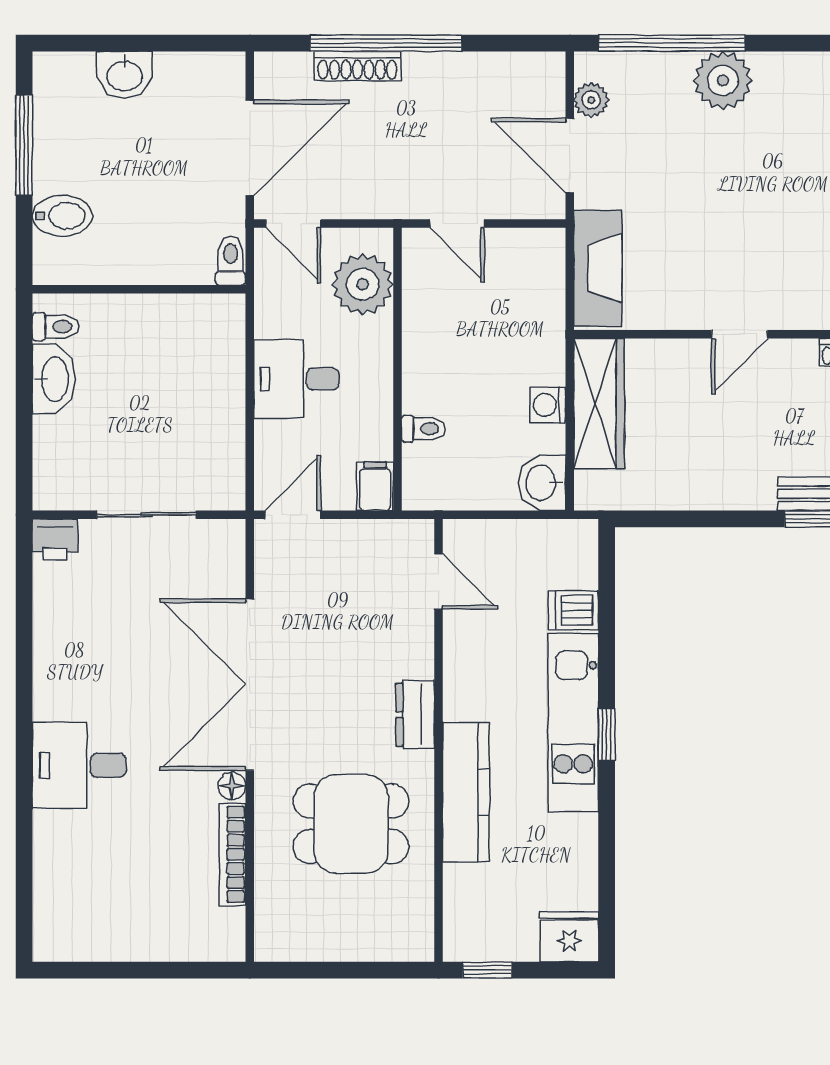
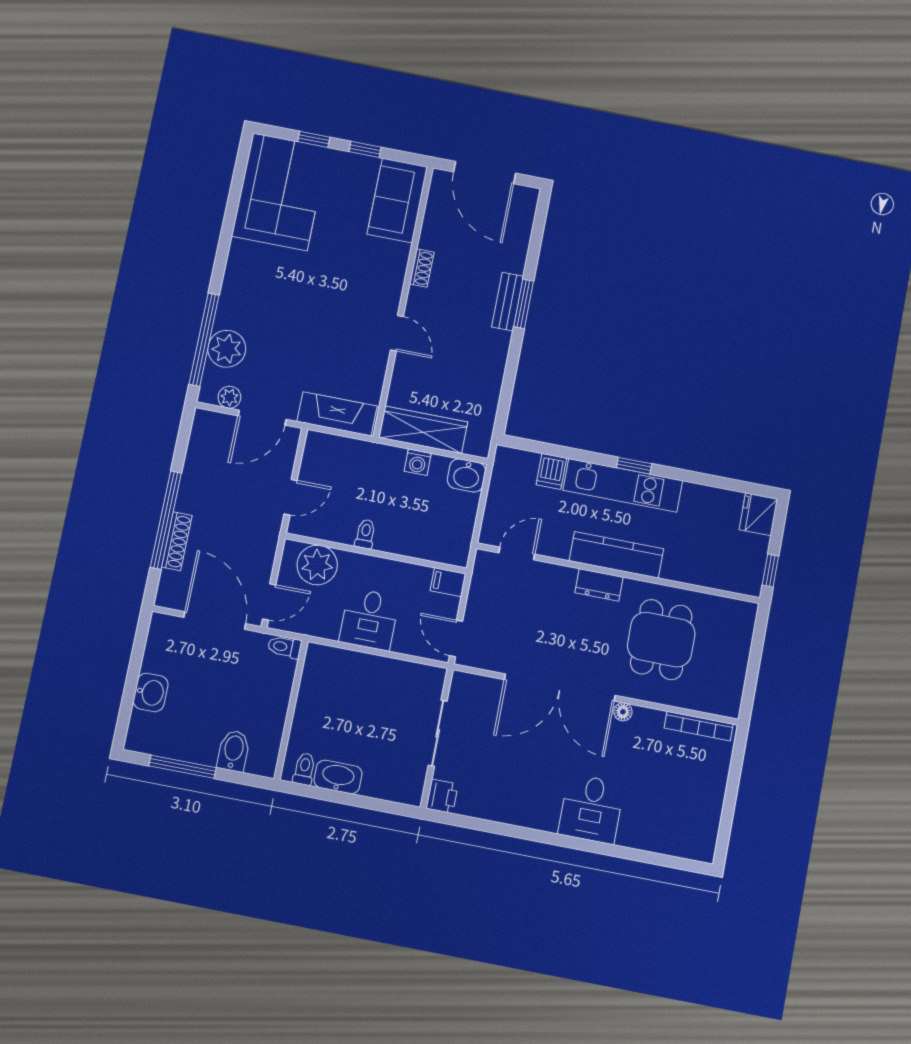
plant: (723, 80) -> (227, 349), moved
toilet: (423, 429) -> (365, 534), moved
kitchen counter: (466, 792) -> (616, 555), moved
bookcase: (233, 854) -> (699, 726), moved

